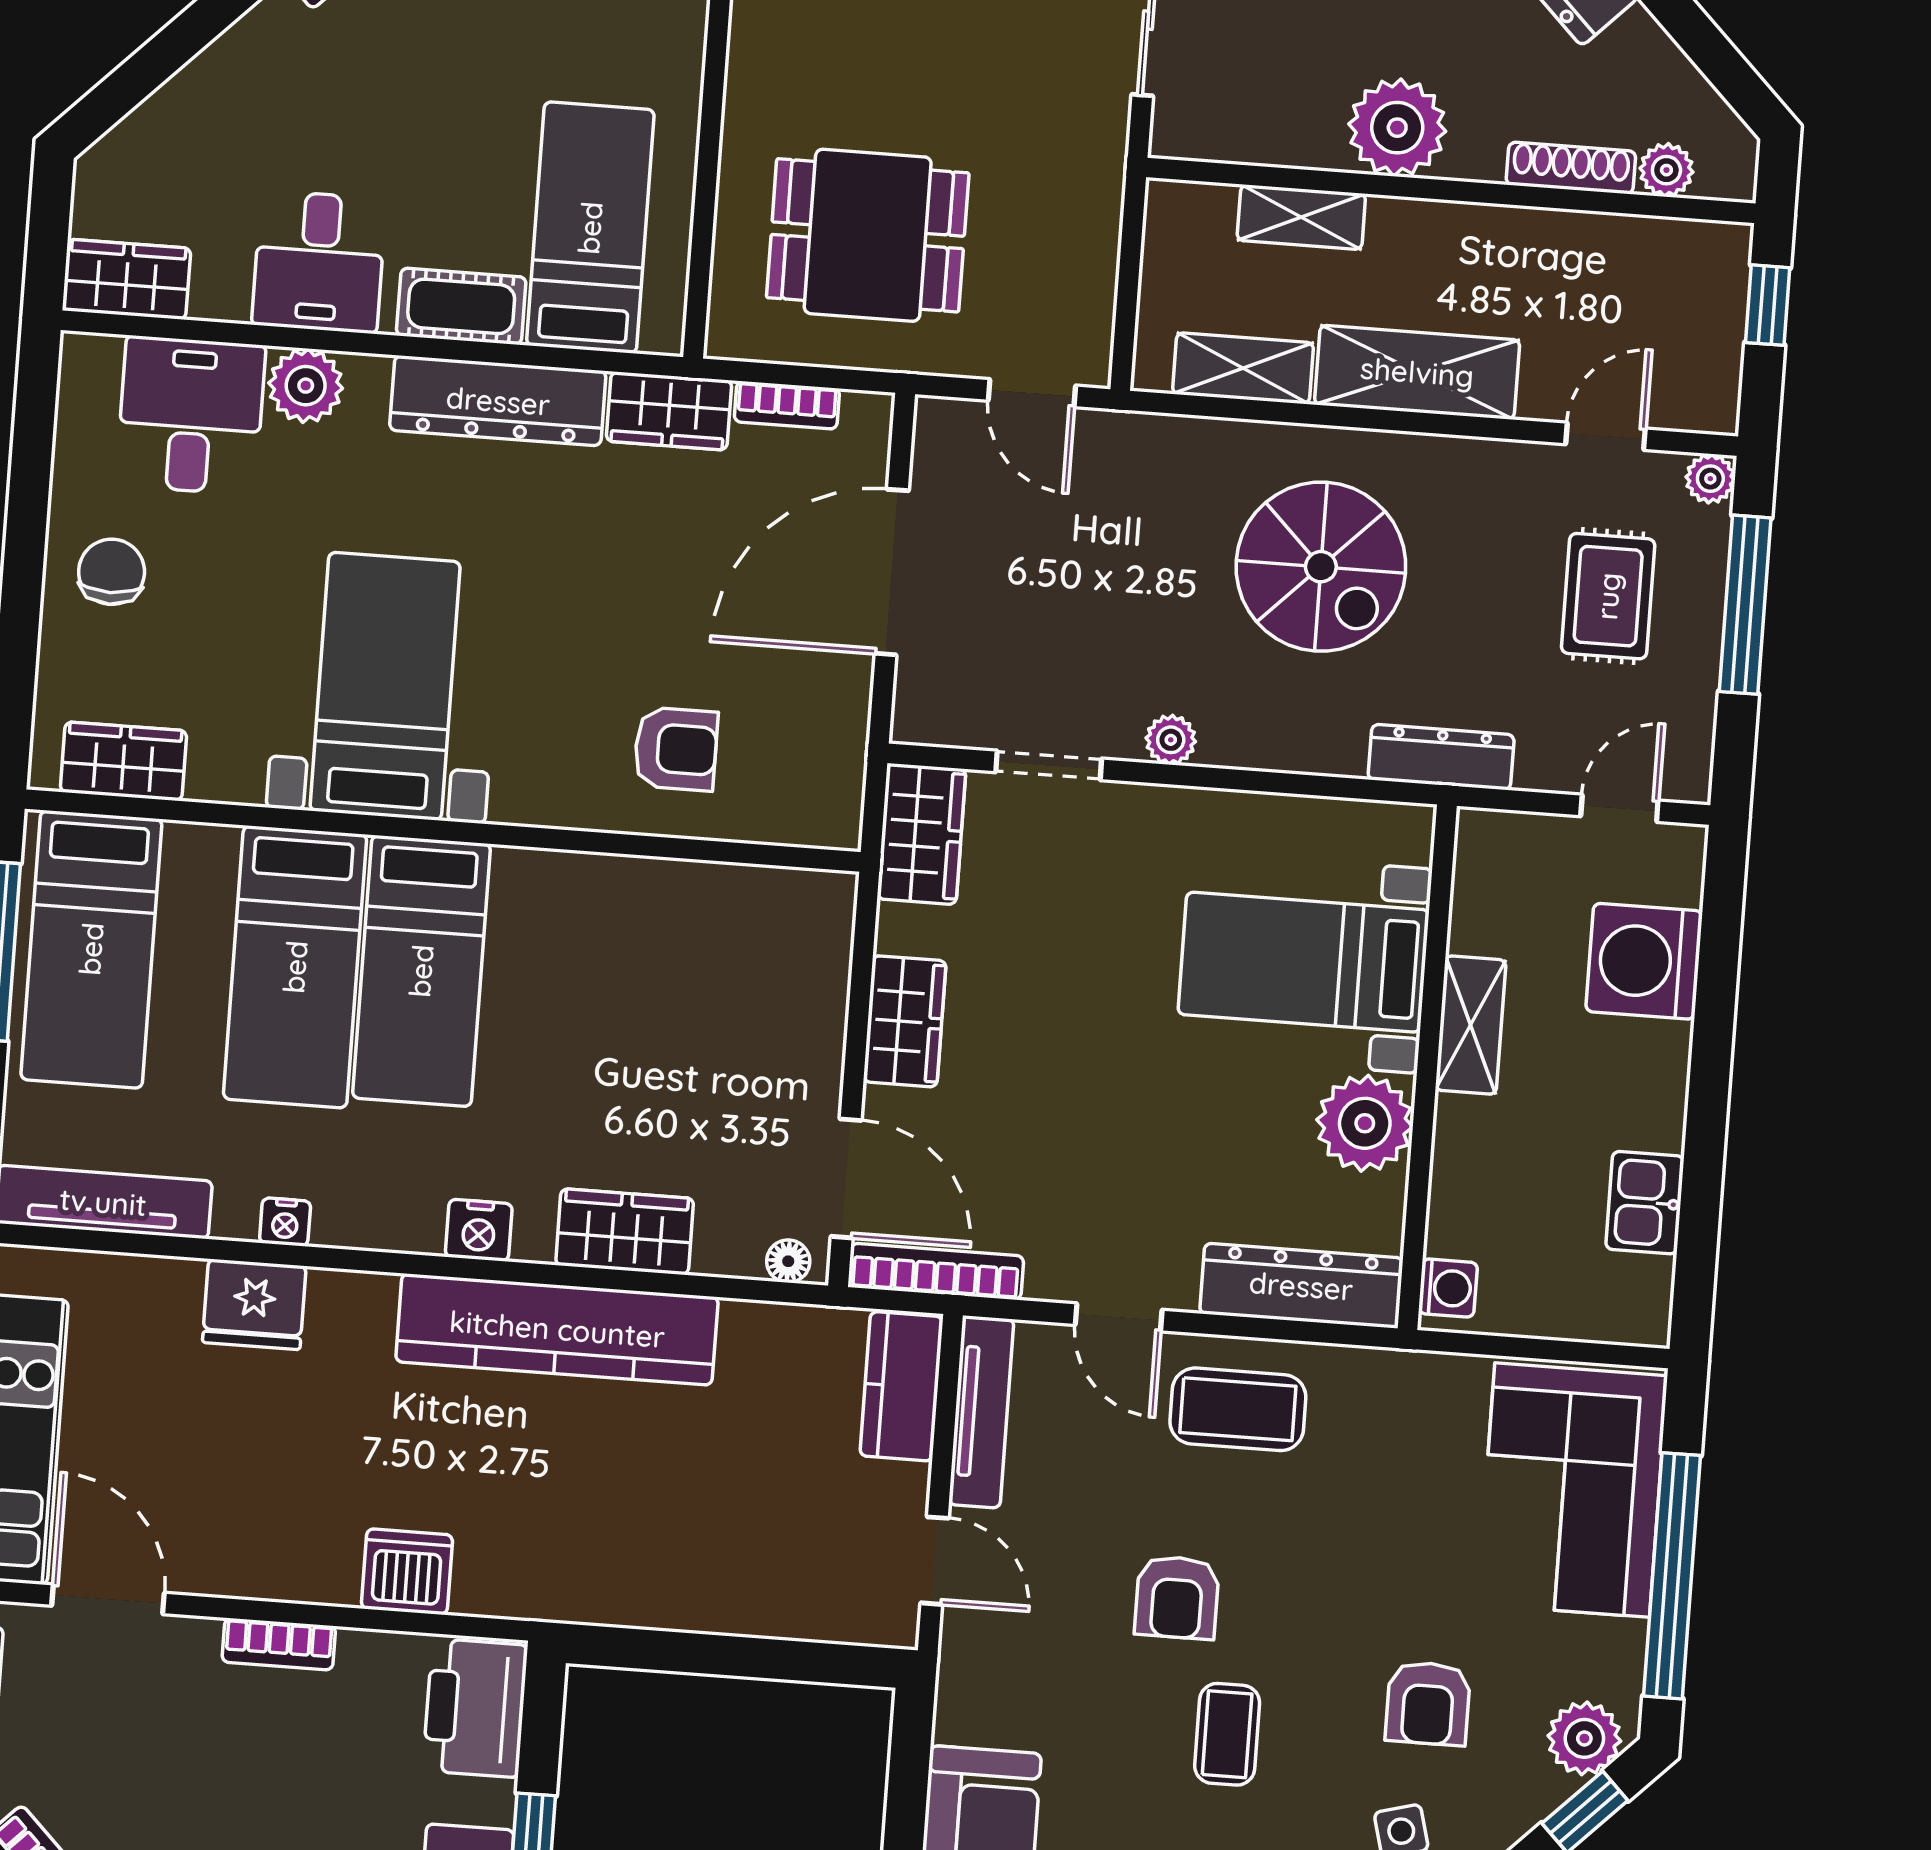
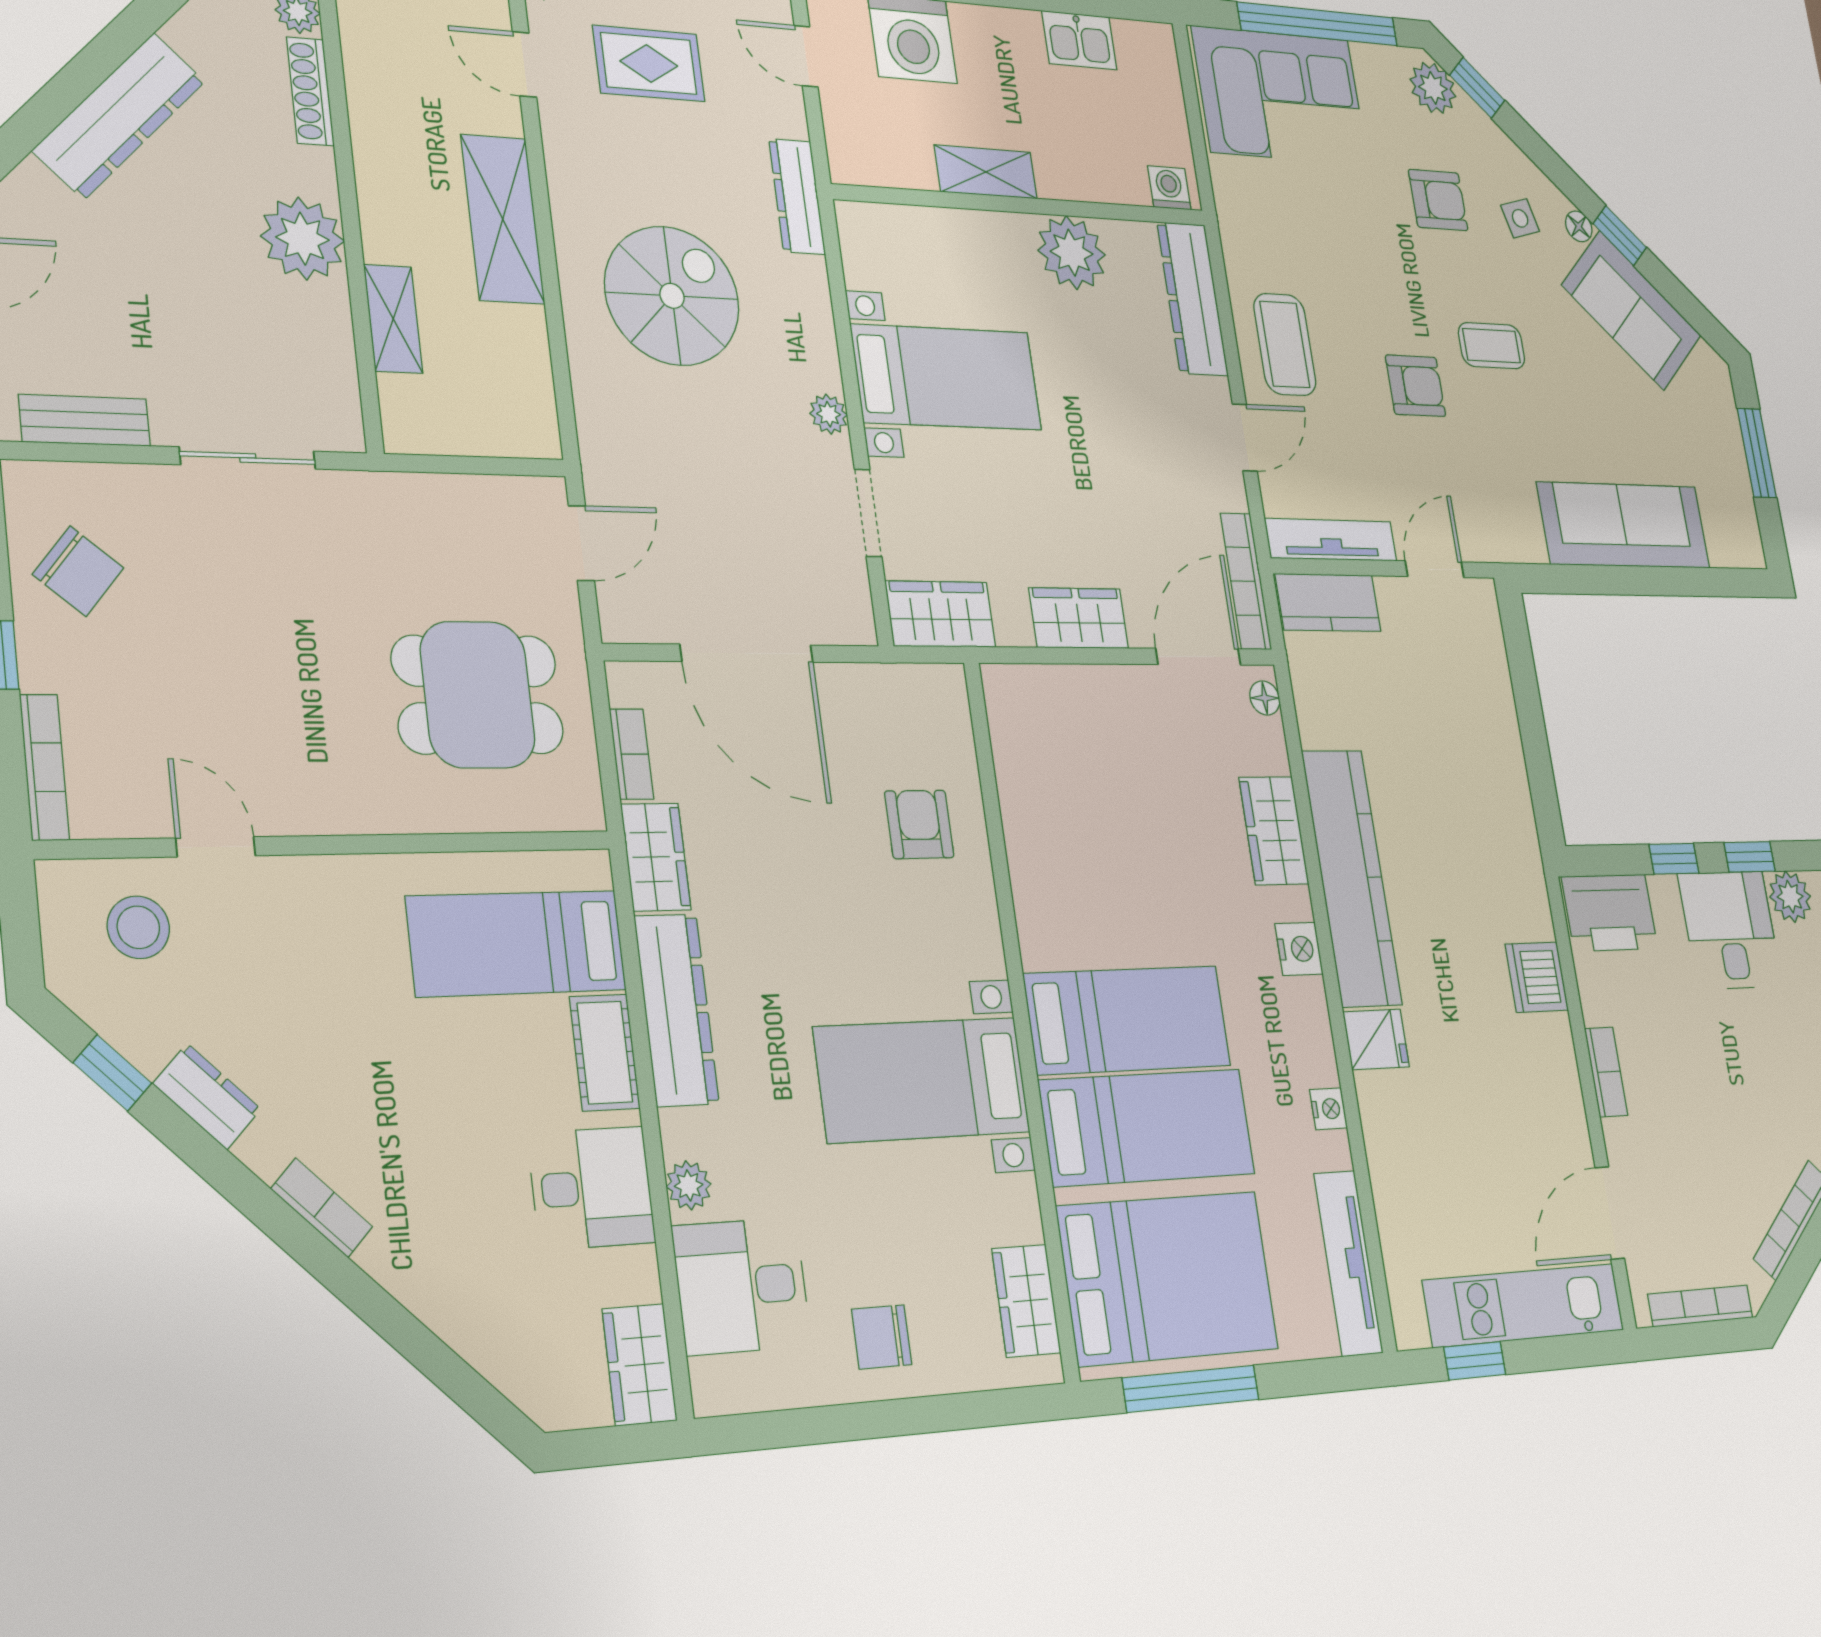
dining table: (868, 235) -> (478, 695), turned 90
shelving: (1243, 368) -> (527, 365), removed
plant: (306, 386) -> (689, 1185), width x0.73, depth x0.73
bed: (91, 949) -> (1168, 1278), width x1.50
bed with nightstands: (1304, 962) -> (946, 377), moved, turned -90
fridge: (254, 1304) -> (1376, 1039), moved, width x0.72

